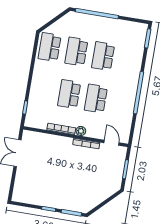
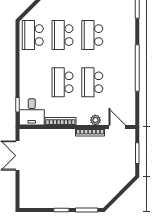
desk: (37, 116) -> (32, 112), added
plant: (81, 131) -> (95, 120), moved

